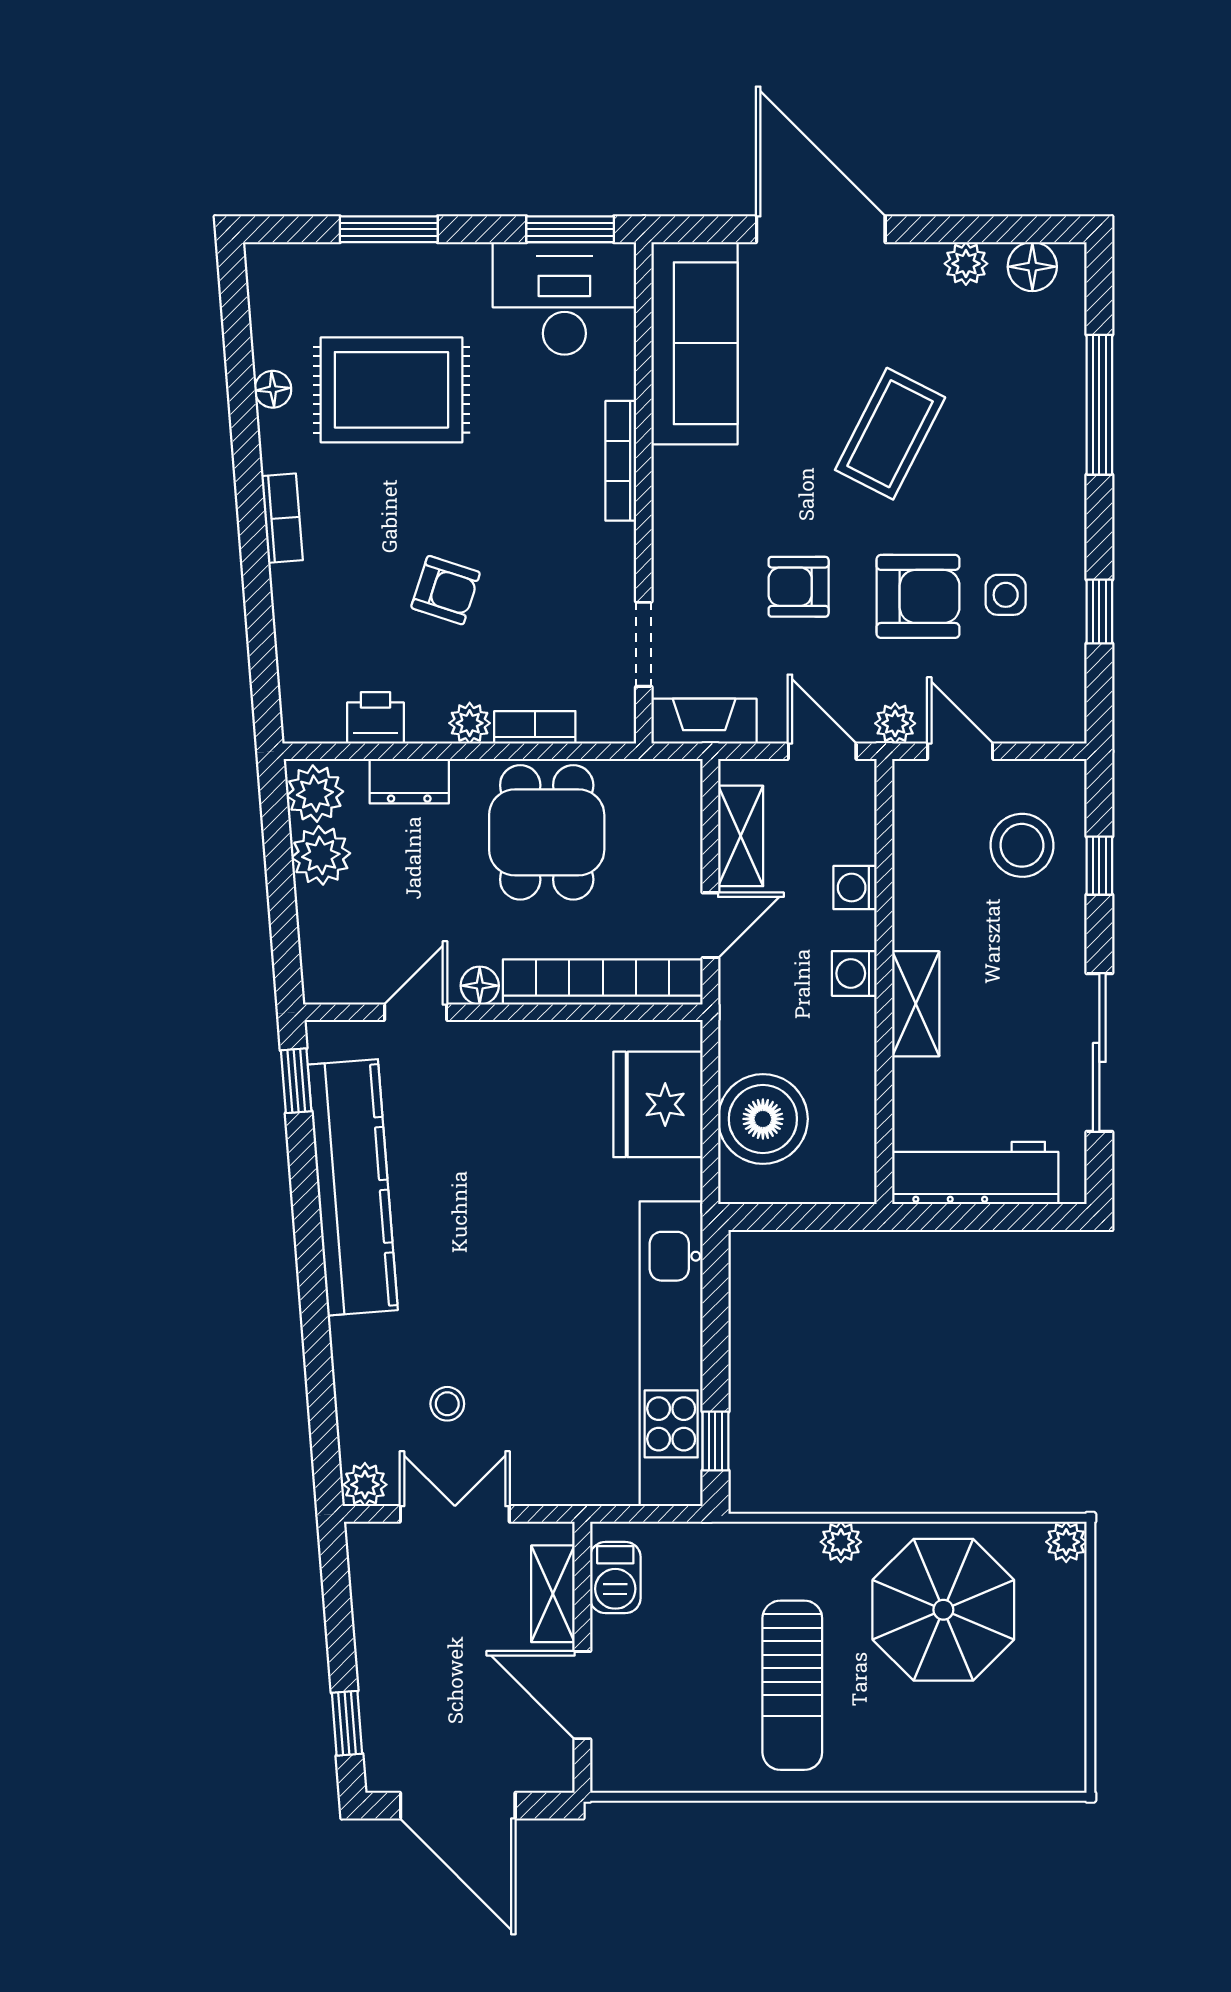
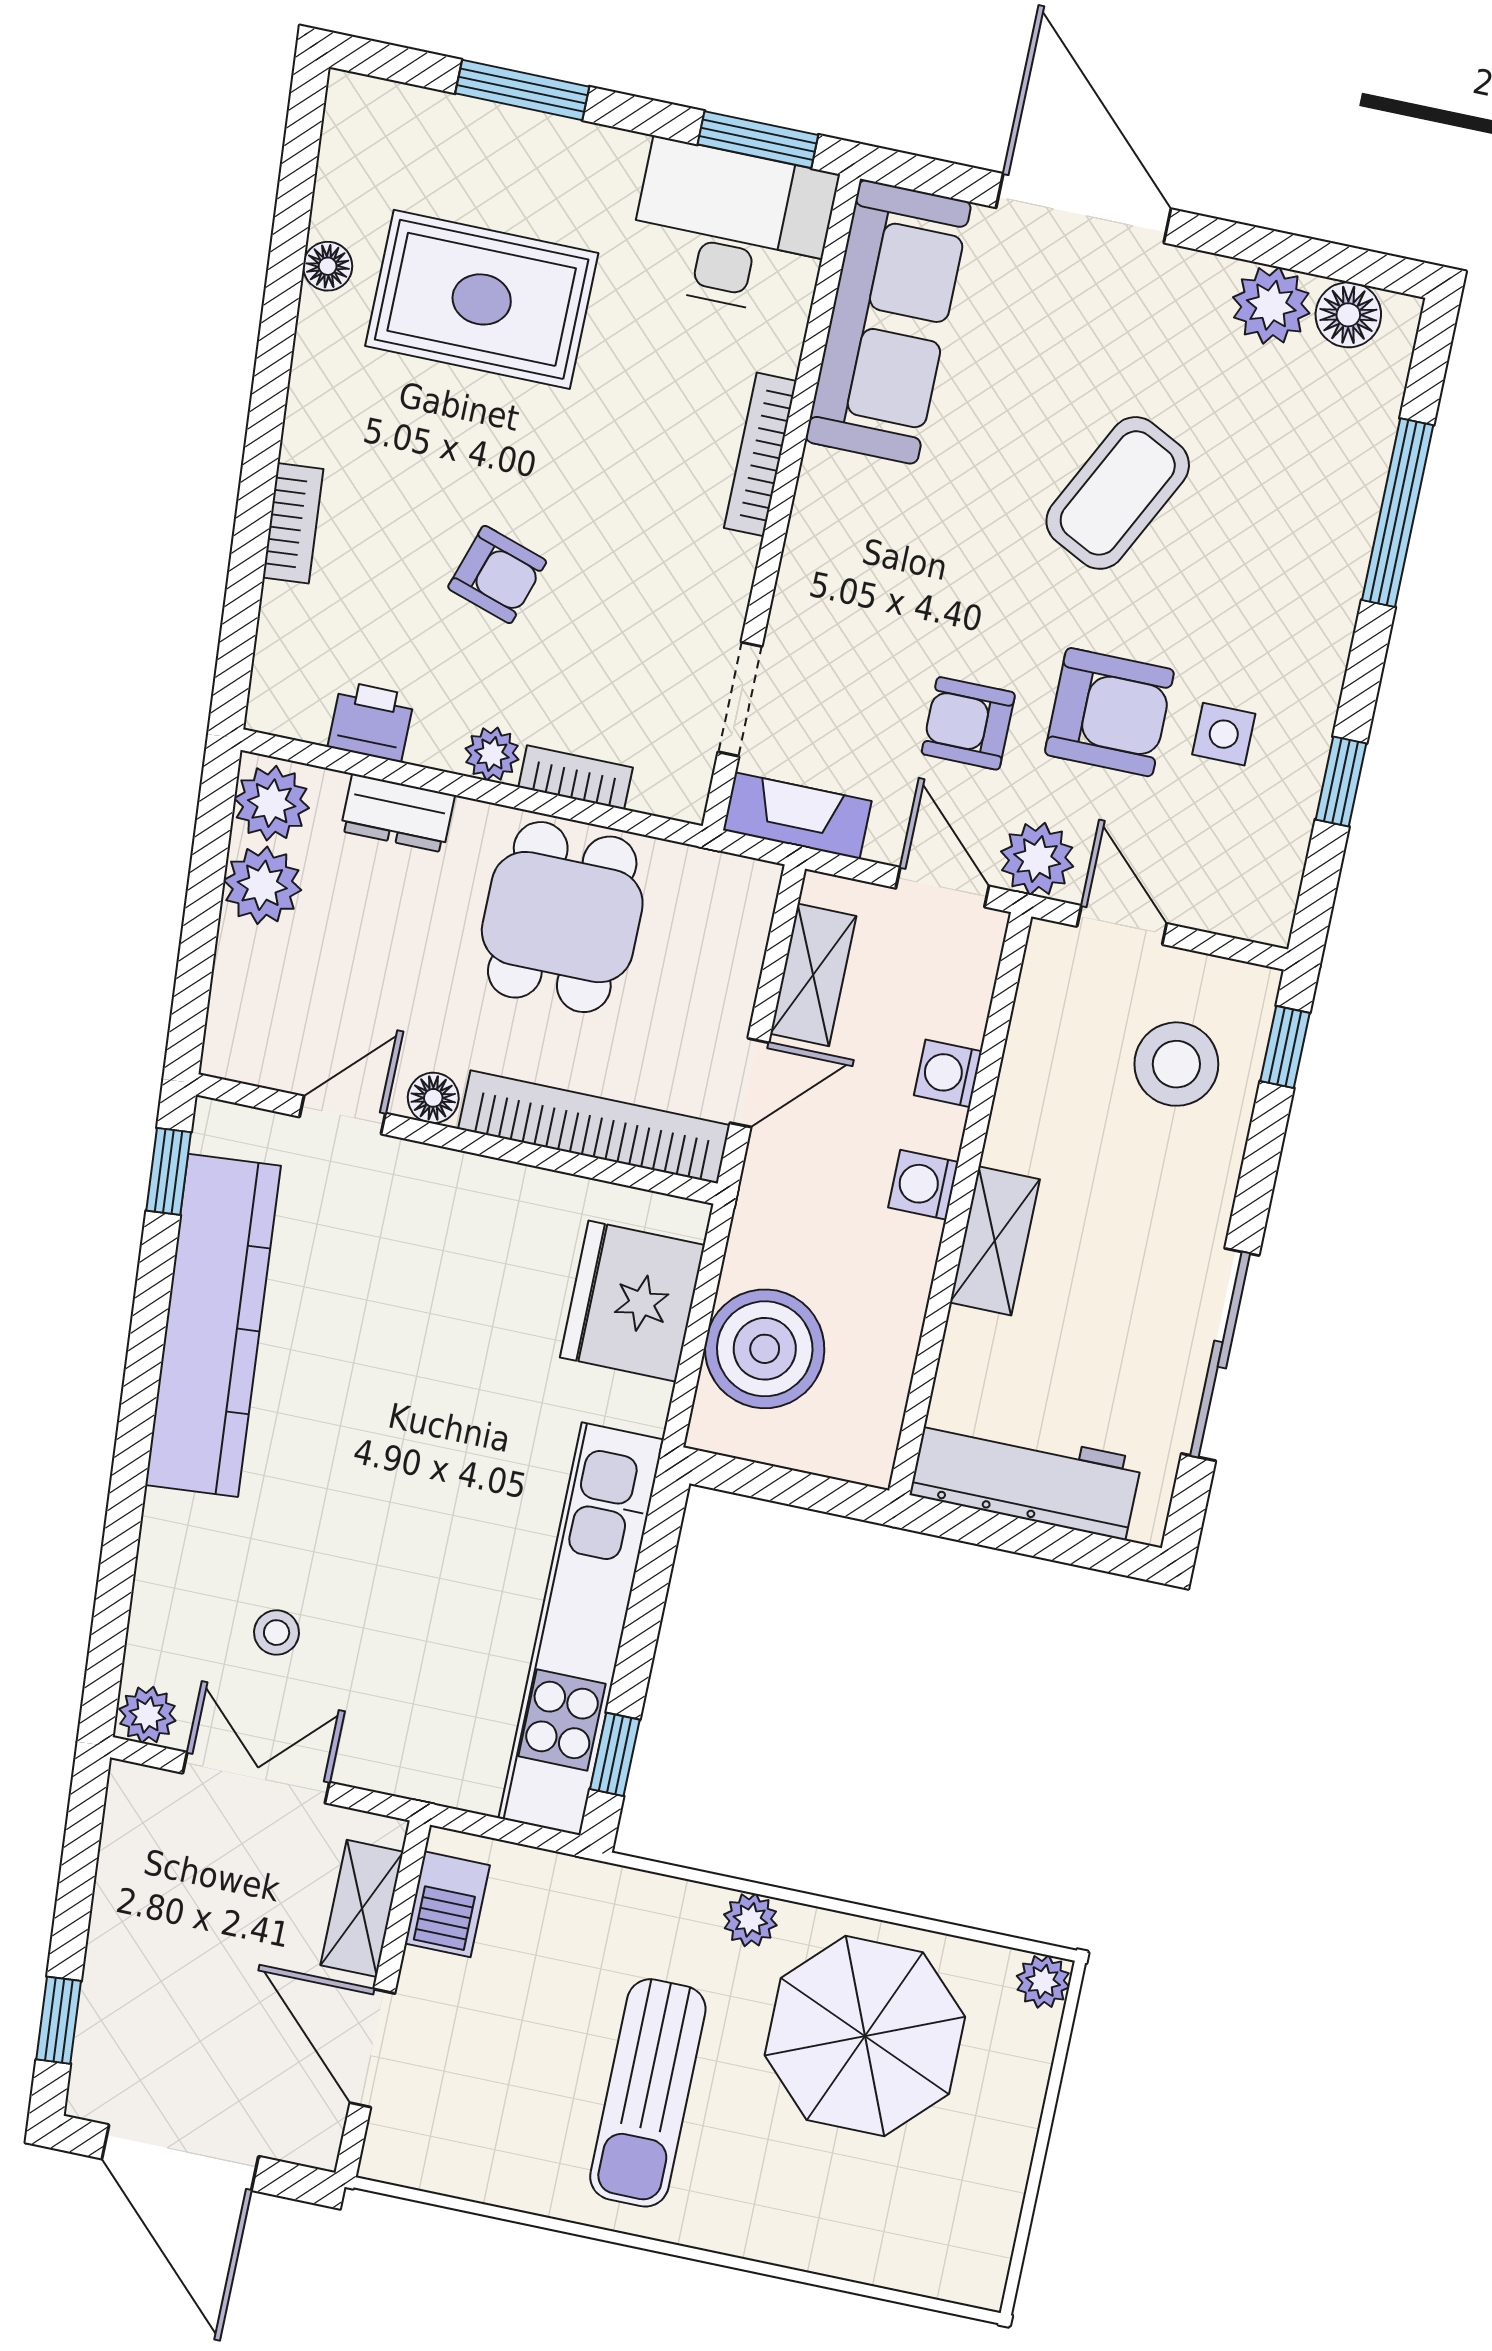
plant: (966, 264) -> (1271, 305), width x1.38, depth x1.38
bookcase: (282, 518) -> (293, 523), moved
armchair: (799, 587) -> (968, 723), moved
plant: (895, 723) -> (1037, 859), width x1.38, depth x1.38
window: (1099, 866) -> (1285, 1047), moved

